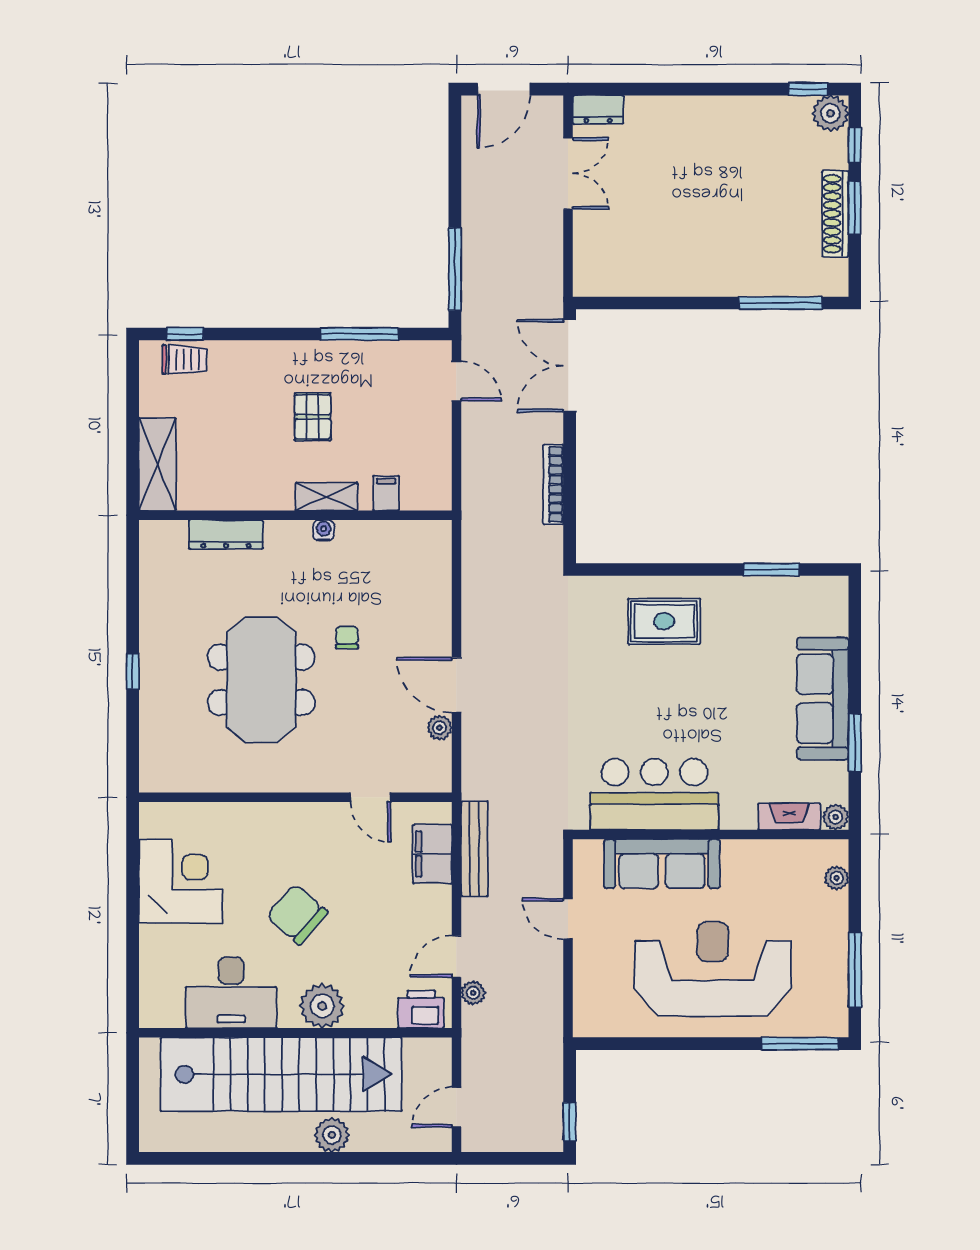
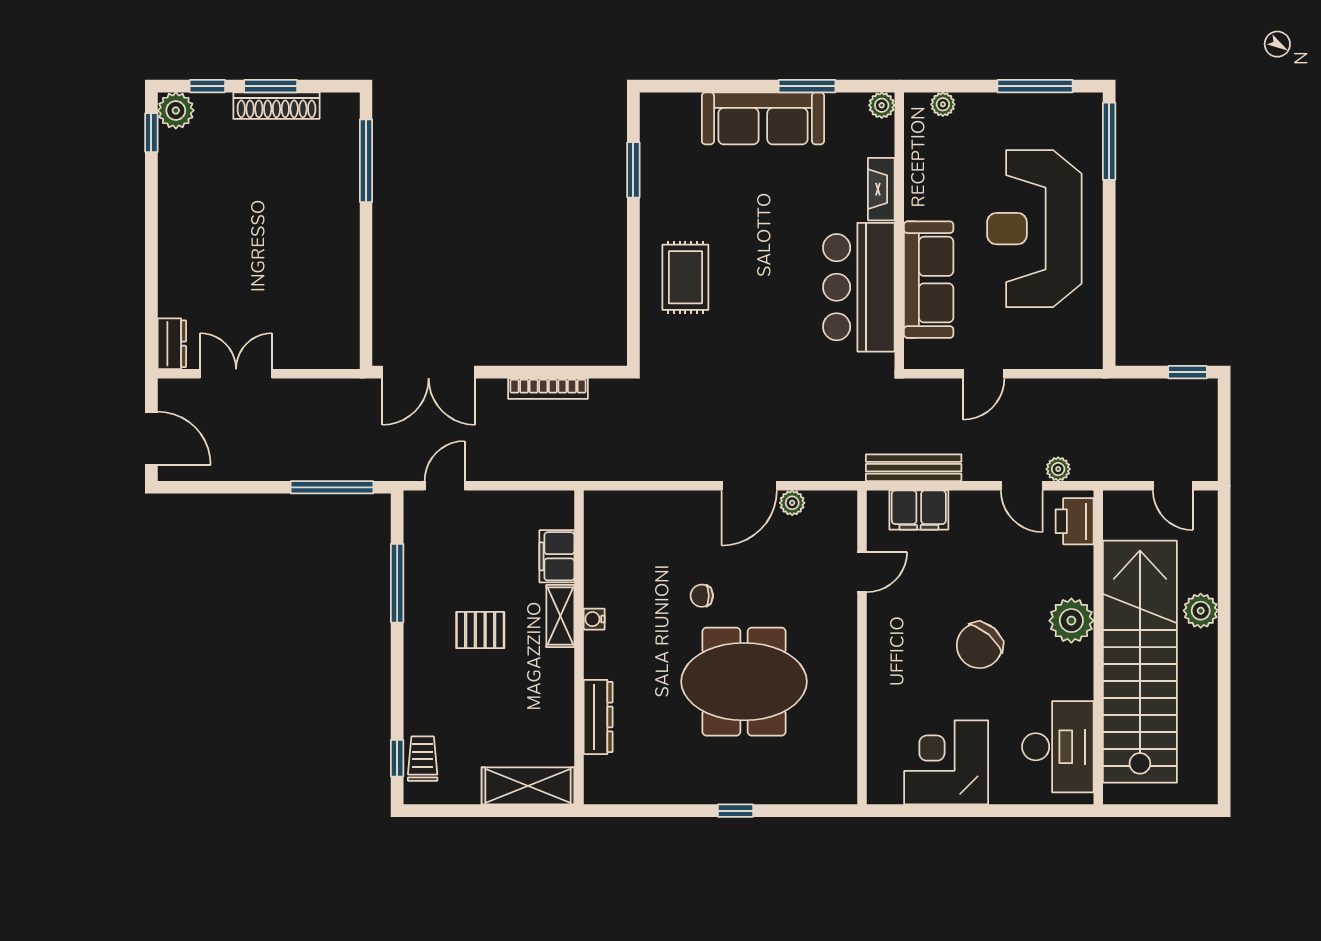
filing cabinet: (386, 493) -> (557, 556), width x2.00
fireplace: (789, 817) -> (881, 189), moved
desk: (231, 993) -> (1058, 747), moved

